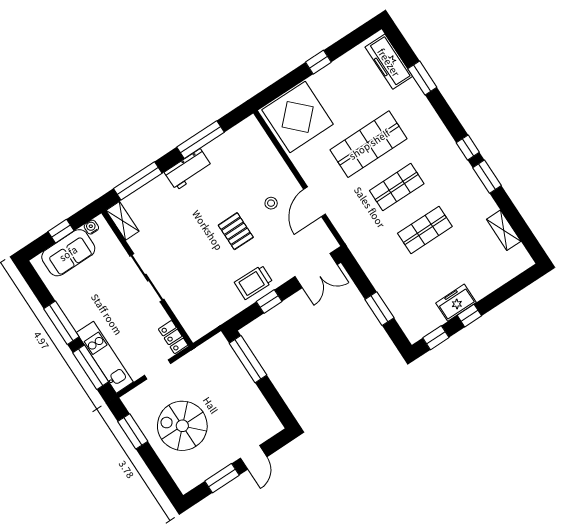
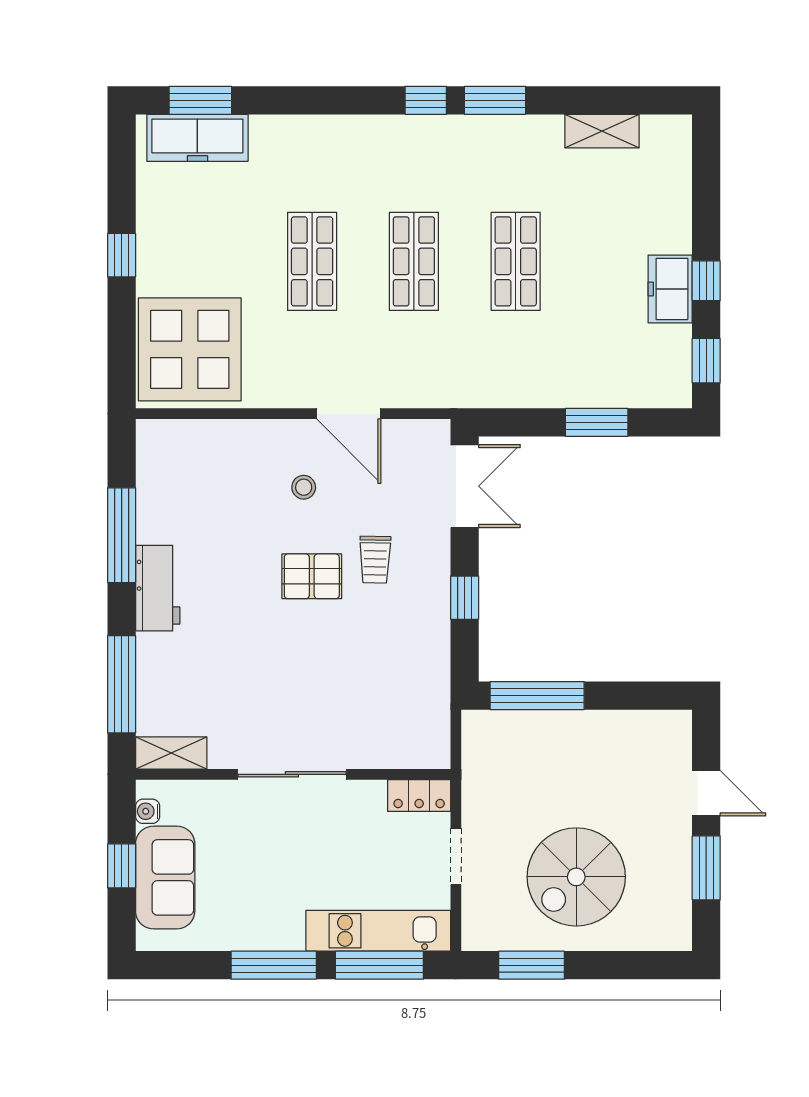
window: (422, 78) -> (200, 100), moved
shop shelf: (369, 144) -> (312, 261), width x0.70, depth x0.74
trolley: (254, 282) -> (375, 560), moved, width x0.73, depth x0.72

